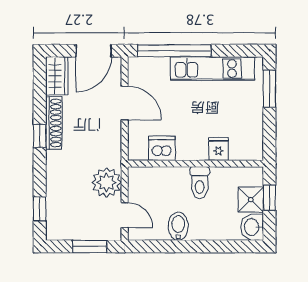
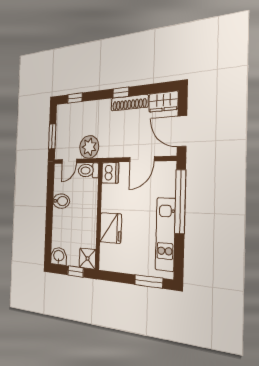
dishwasher: (162, 148) -> (110, 173), moved
fridge: (218, 149) -> (111, 228), width x1.88, depth x1.34
toilet: (200, 183) -> (88, 170), moved
shower: (251, 200) -> (87, 259), moved

